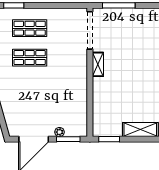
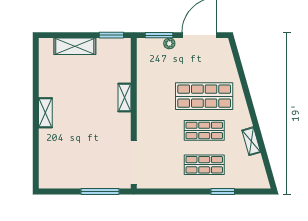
shelving: (98, 64) -> (125, 98), moved
shop shelf: (30, 87) -> (204, 96), added

